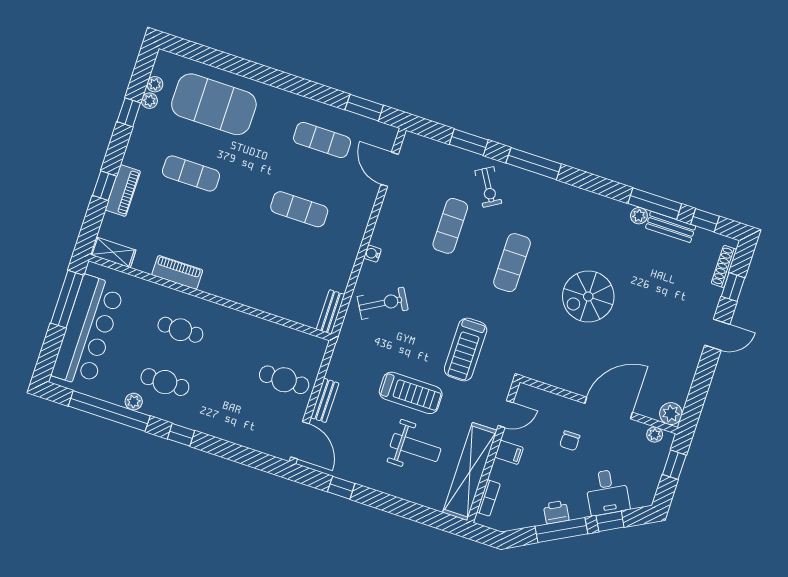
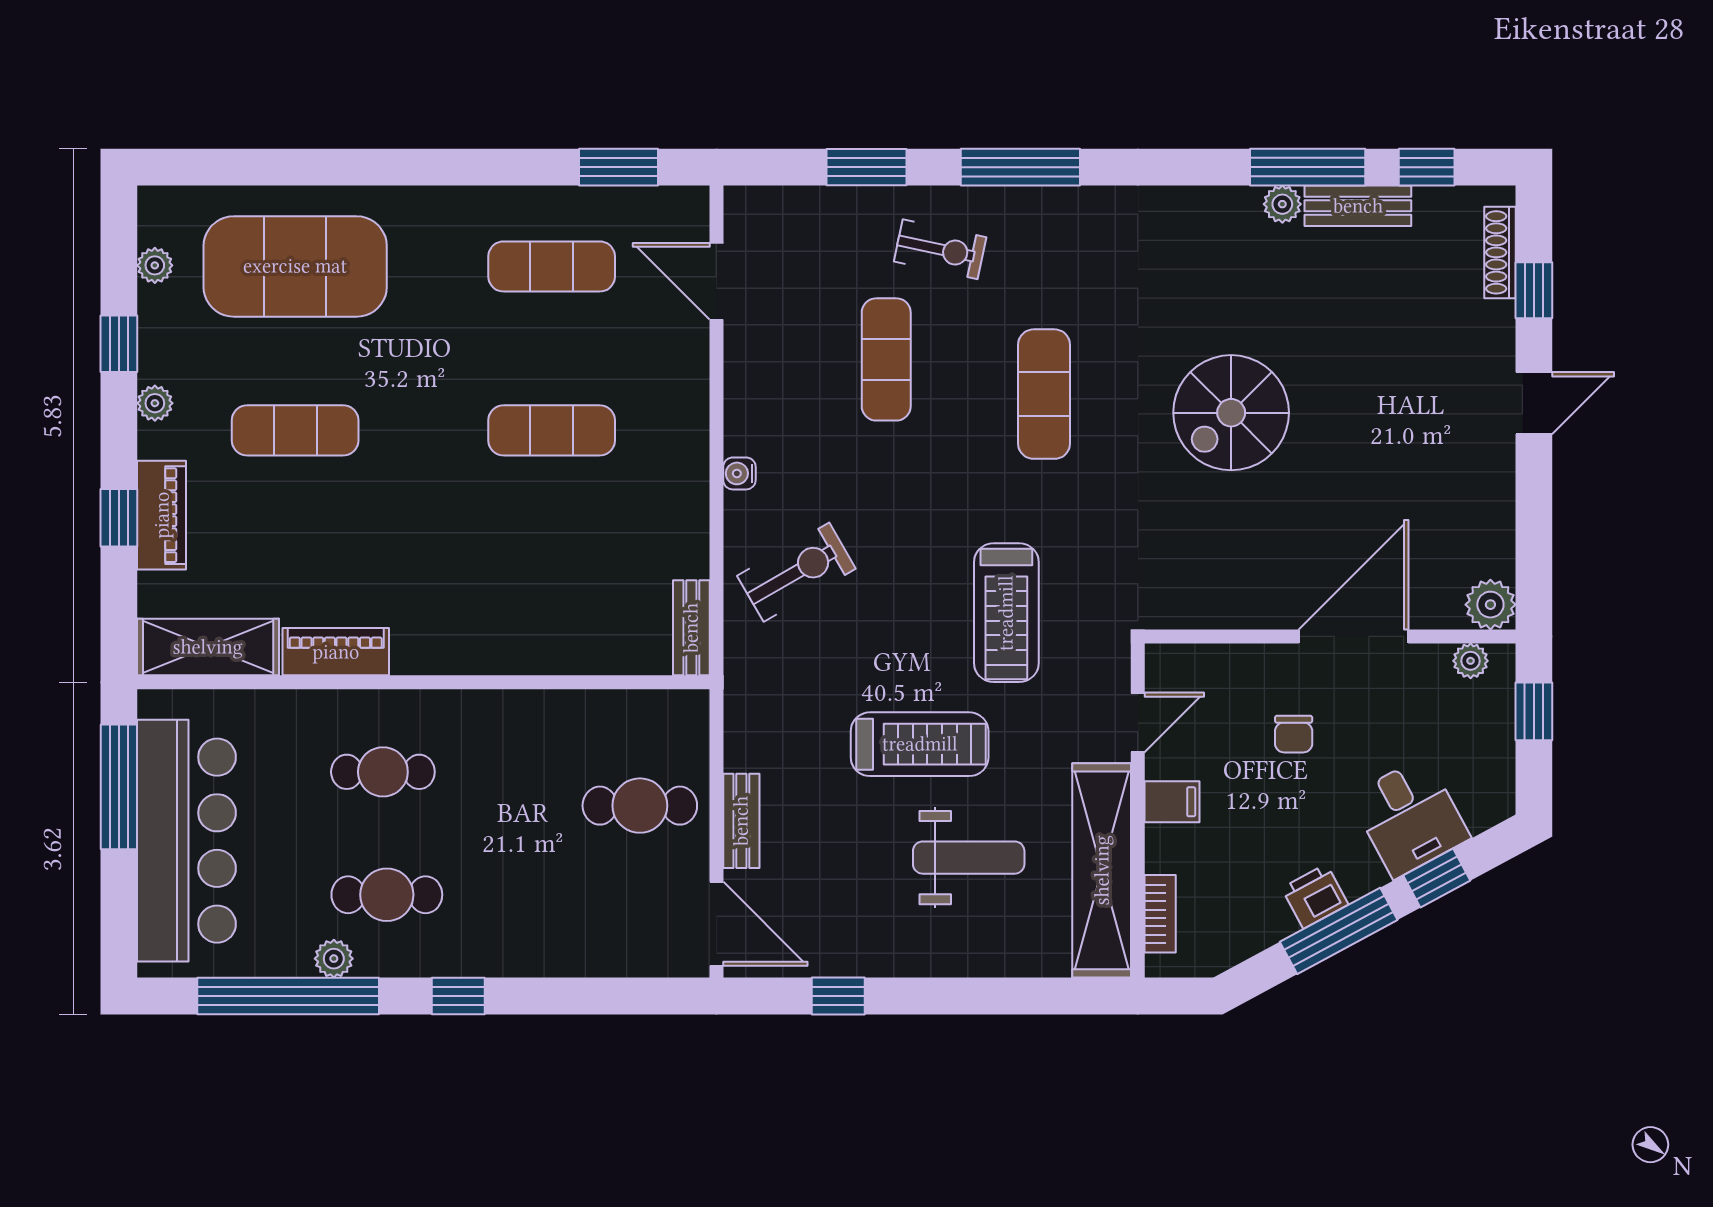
plant: (149, 101) -> (155, 403), moved
exercise bike: (488, 187) -> (940, 249), turned -47
shelving: (113, 252) -> (208, 647), width x1.50, depth x1.33

